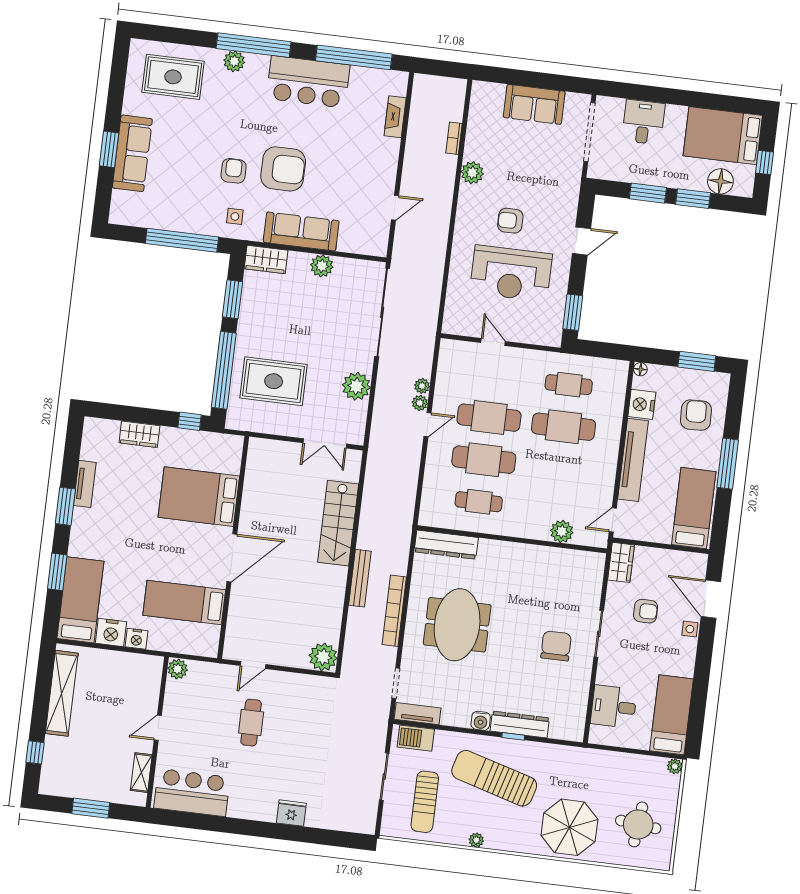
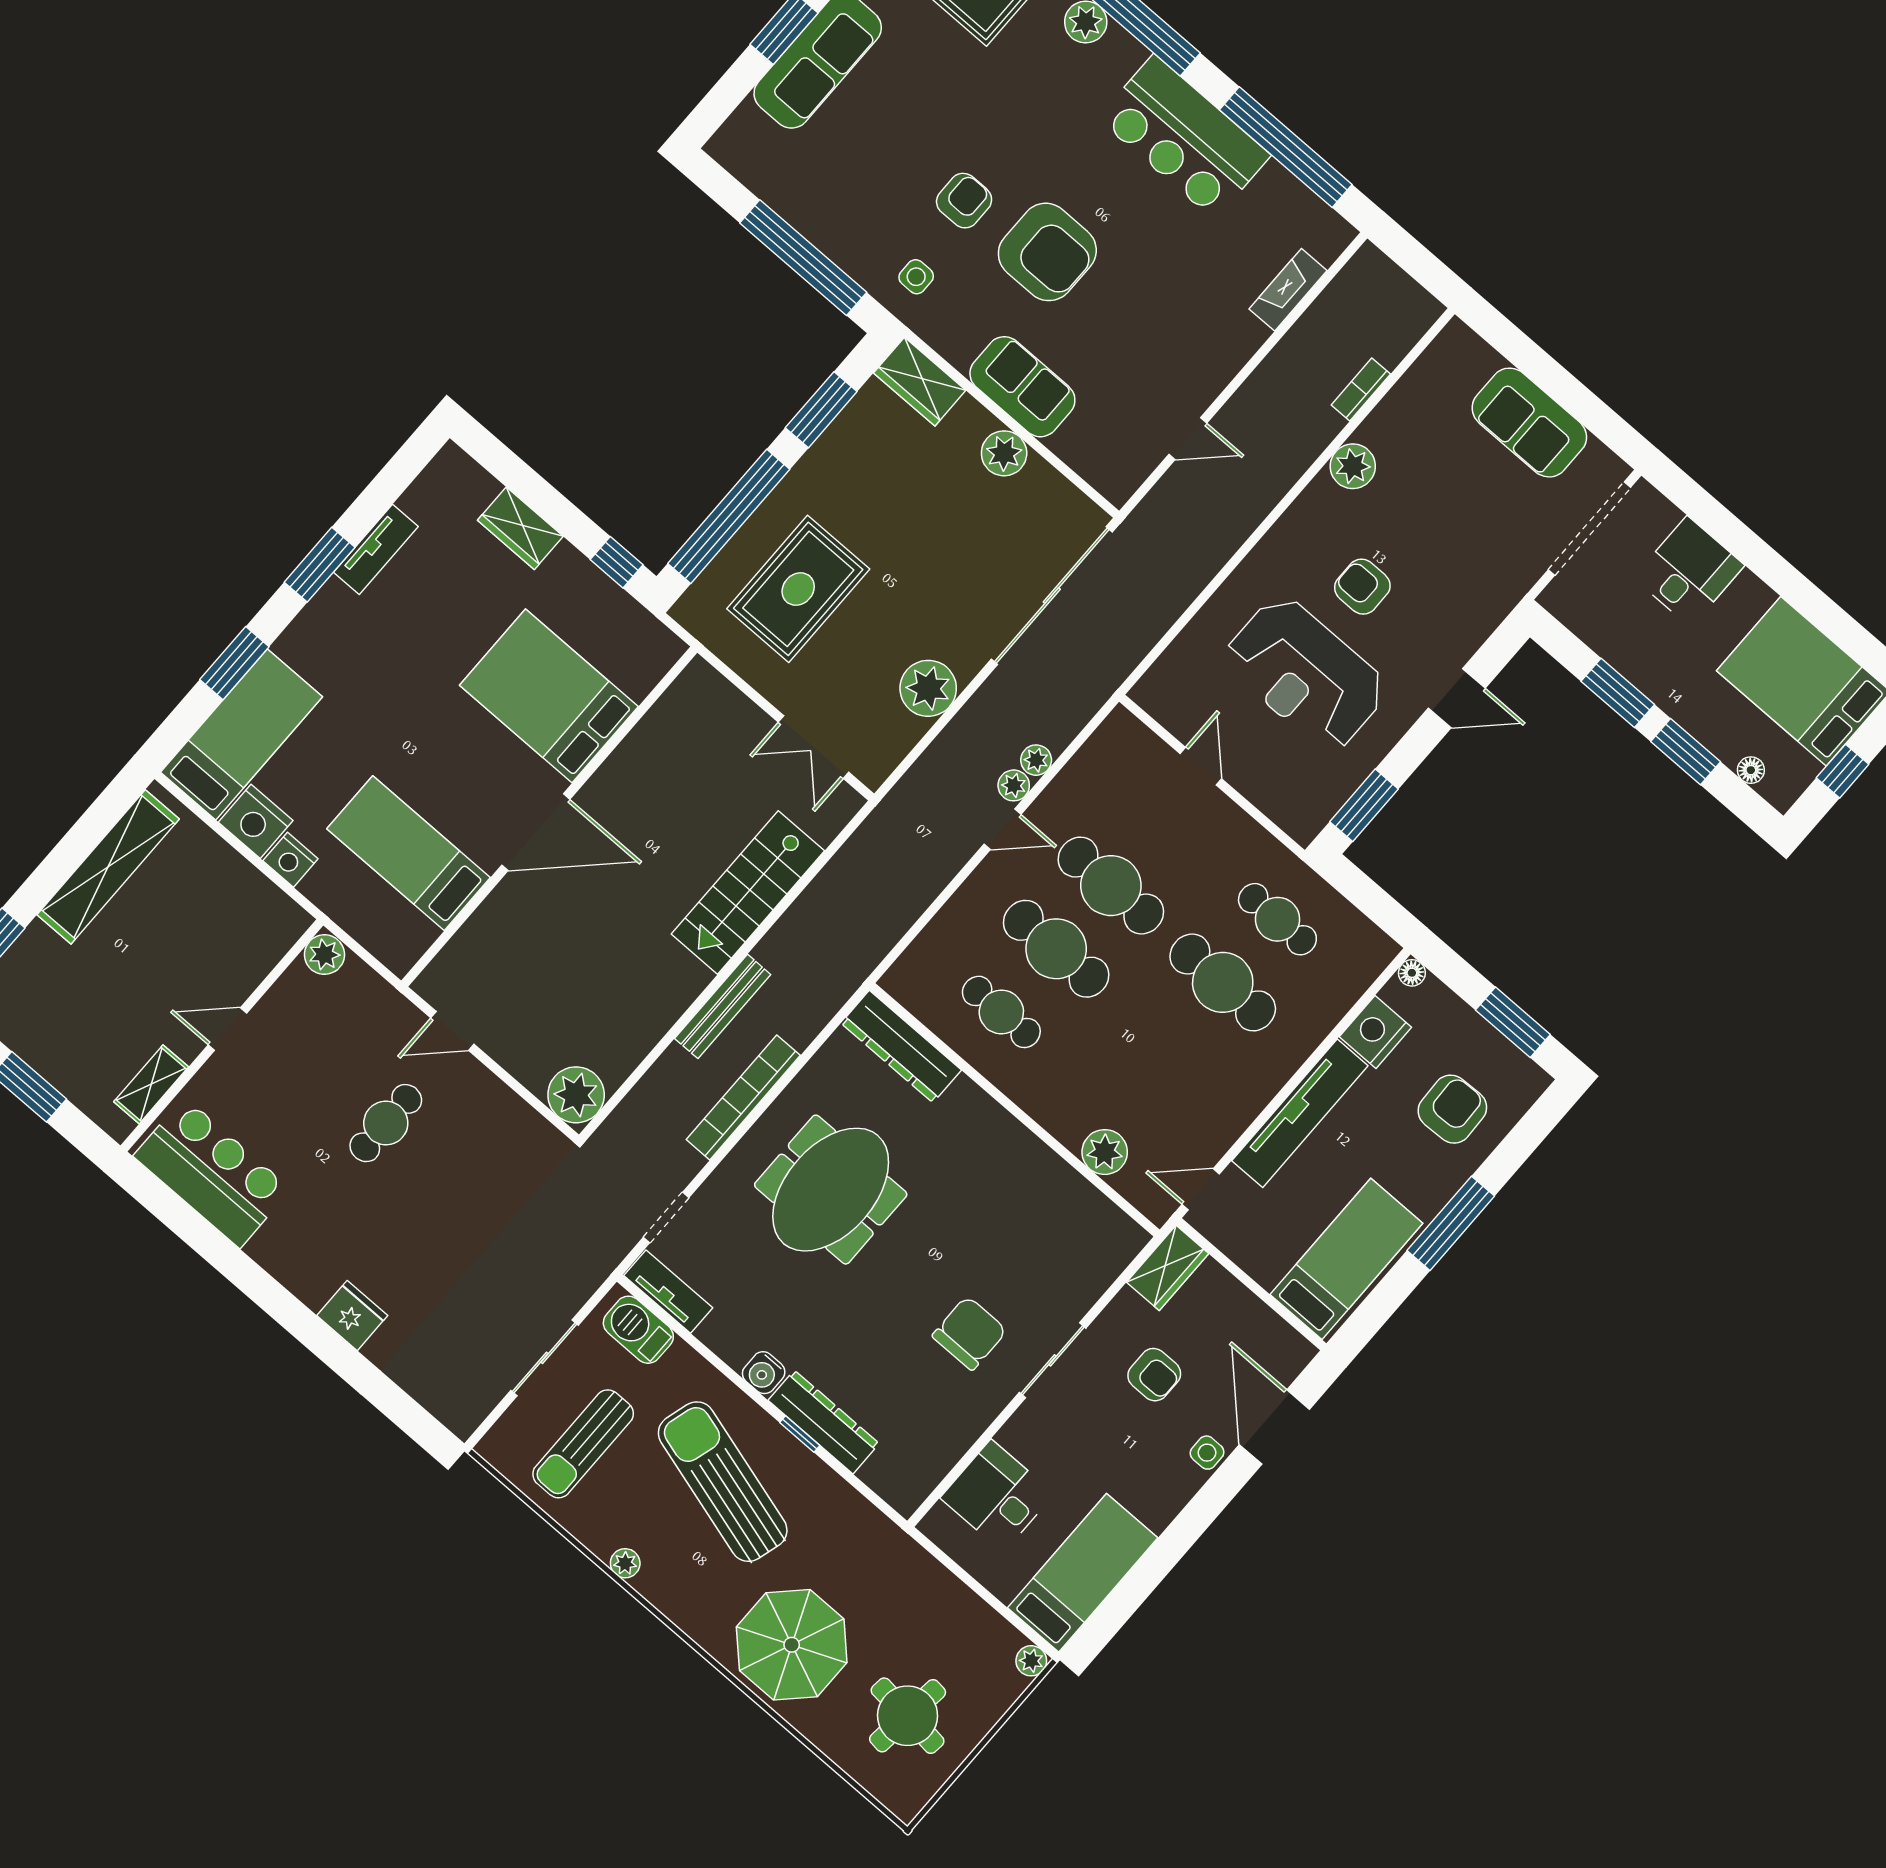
floor lamp: (720, 181) -> (1751, 770), width x0.53, depth x0.53
sofa: (301, 231) -> (1022, 387), width x0.73
rug: (274, 381) -> (798, 589), turned 90

